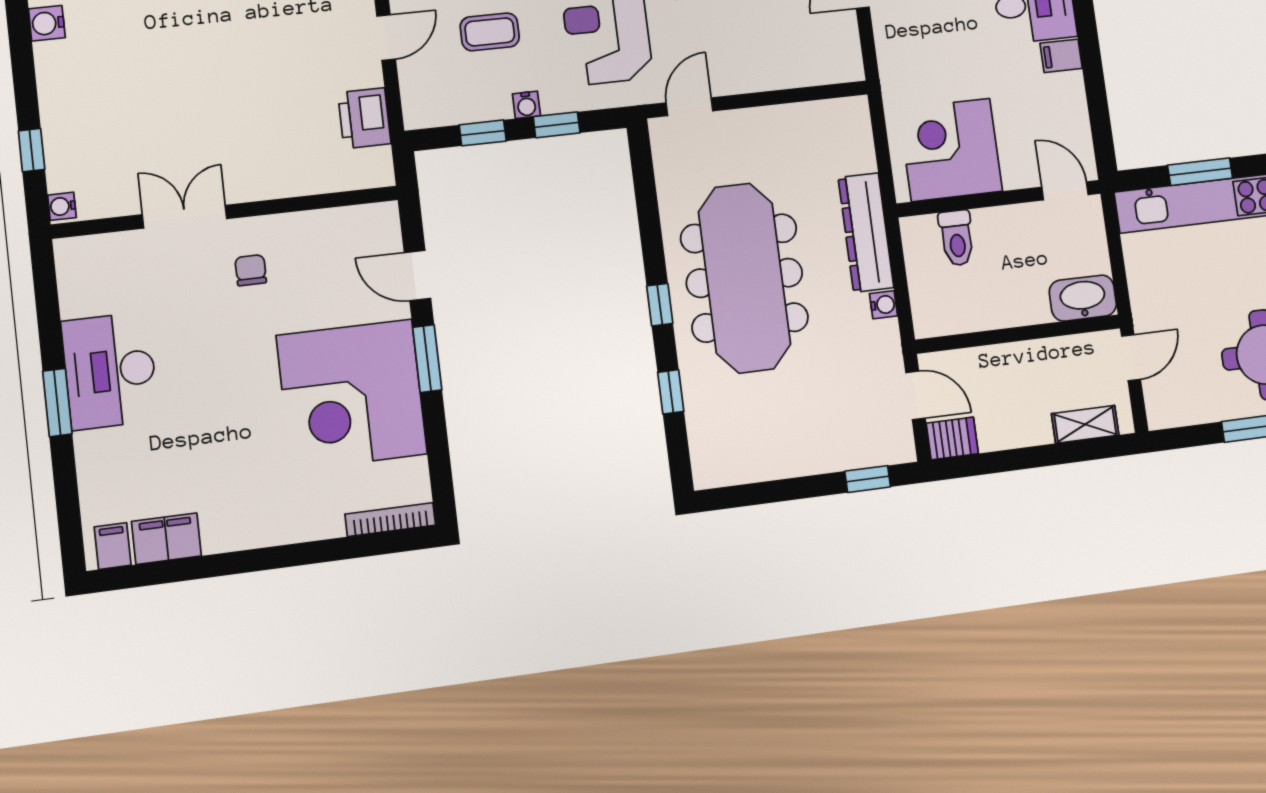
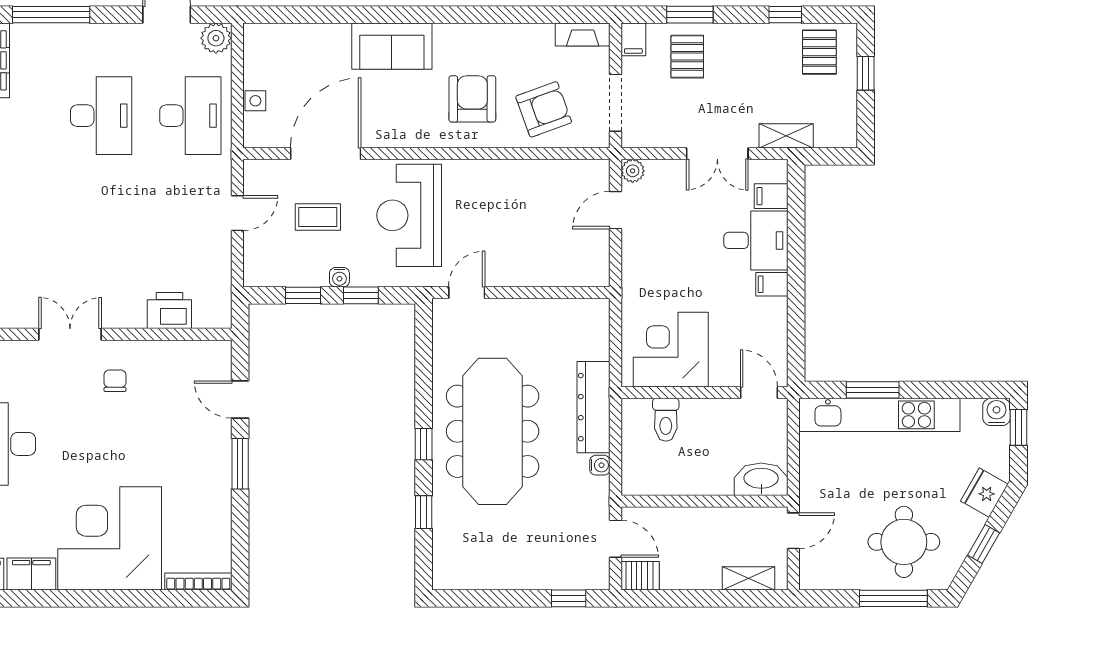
printer: (364, 118) -> (169, 311), moved, turned 90
corner desk: (352, 395) -> (110, 538), moved, turned 90

